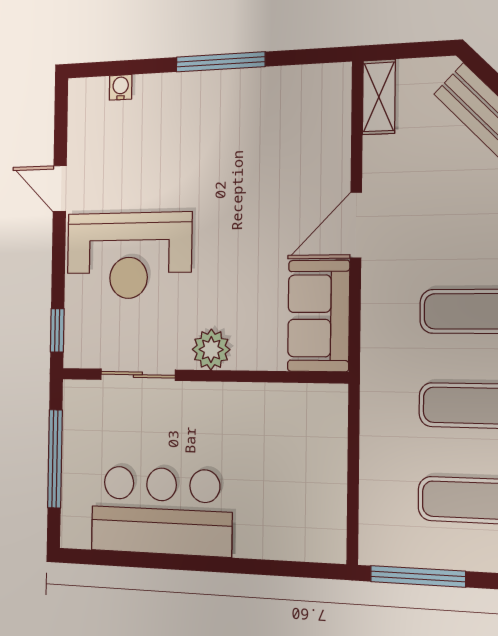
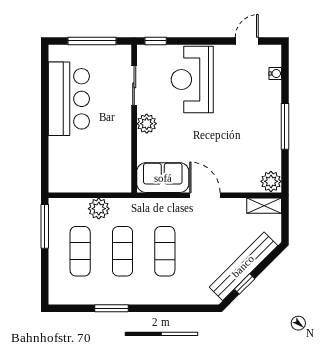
plant: (329, 85) -> (271, 181), added
door: (60, 189) -> (247, 41), moved
plant: (381, 456) -> (99, 209), added

